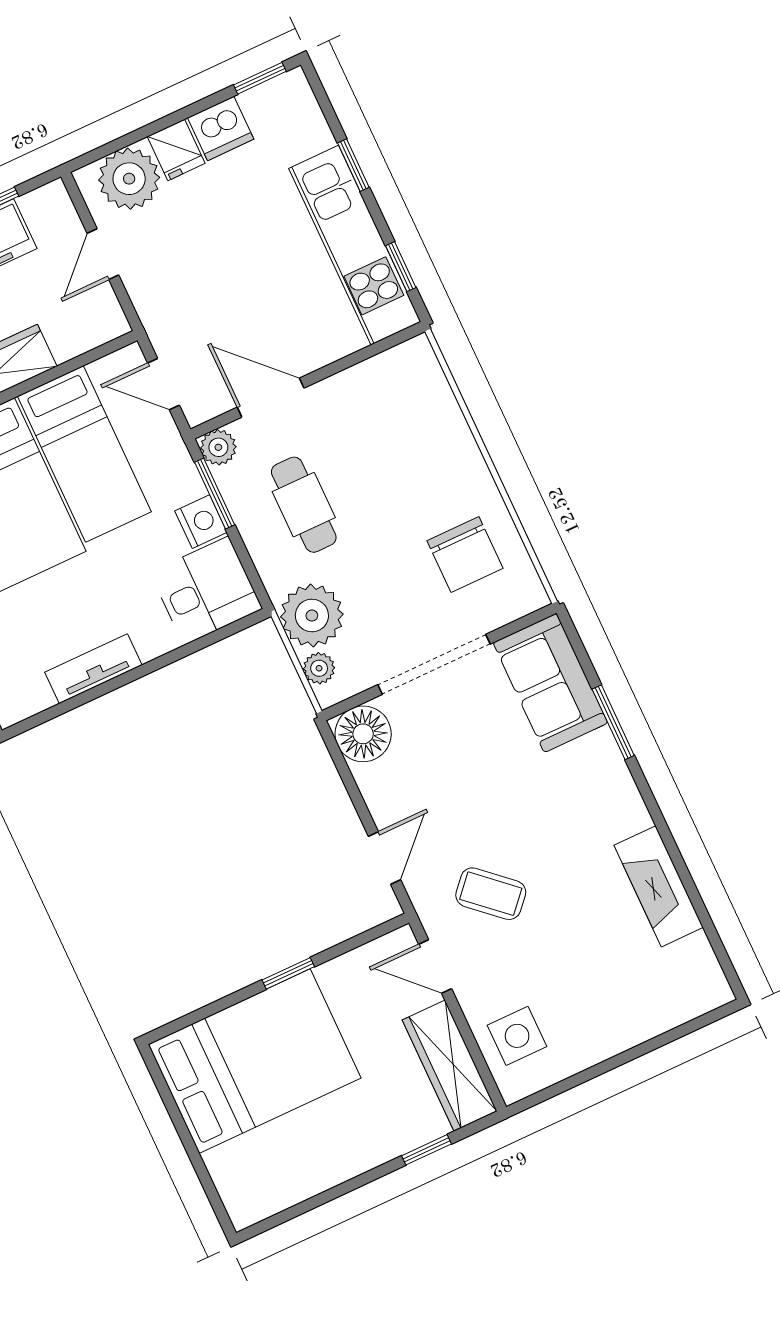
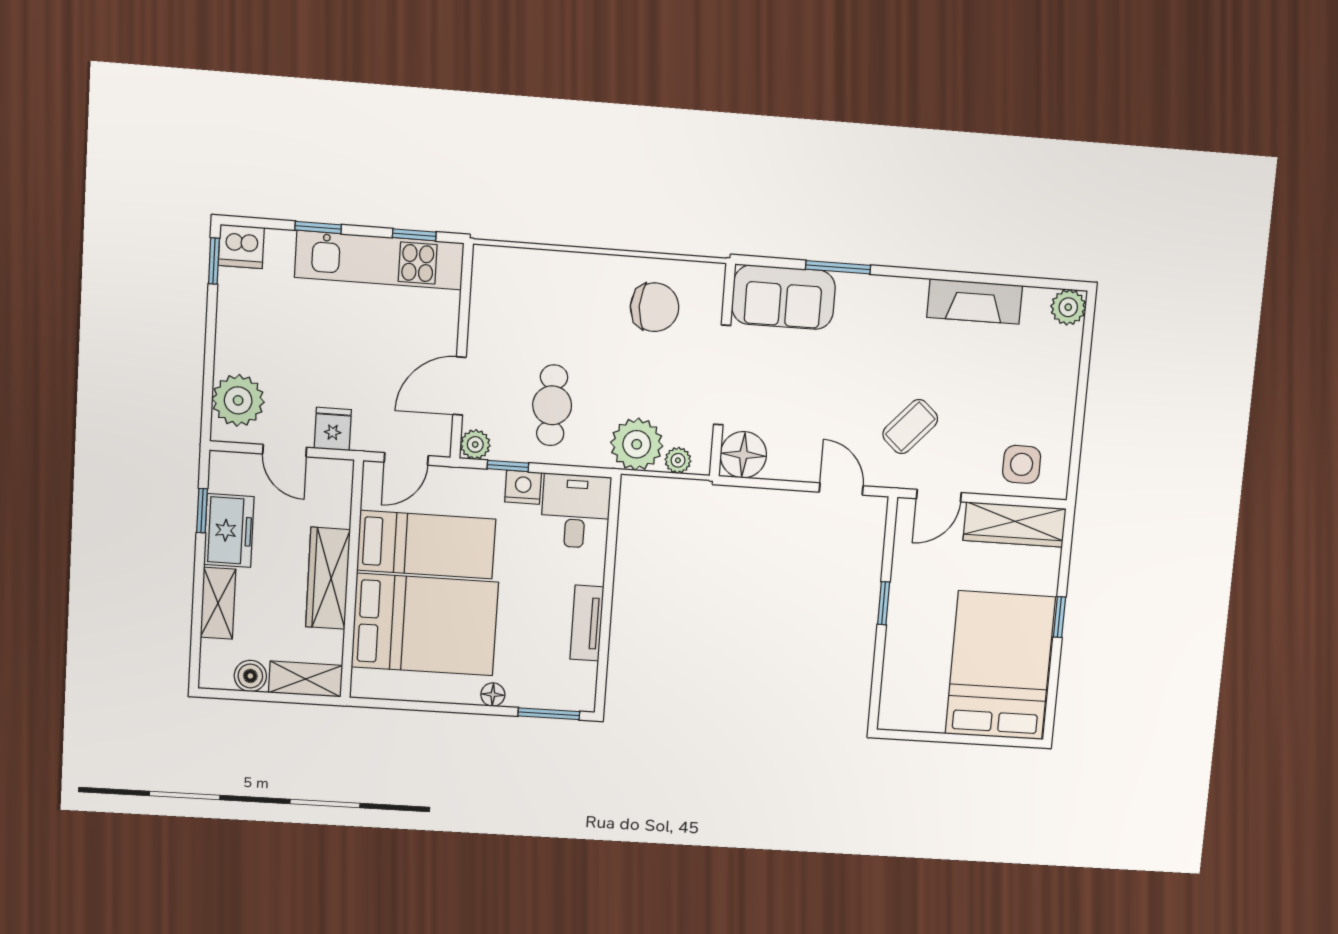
dishwasher: (221, 128) -> (241, 247), moved, turned 90
fridge: (176, 150) -> (333, 429), moved, turned -90
window: (215, 494) -> (508, 466), width x0.67
cafe table: (304, 505) -> (552, 405), turned 90
plant: (708, 989) -> (1068, 307), added
bed: (254, 1061) -> (1000, 665), moved
window: (427, 1150) -> (1059, 617), moved

